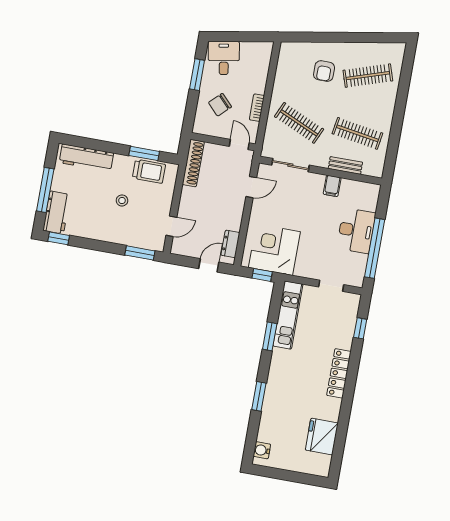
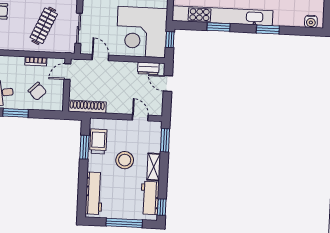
stool: (122, 201) -> (125, 160), width x1.89, depth x1.89
workbench: (57, 213) -> (150, 198), moved, turned -90
shelving: (109, 235) -> (154, 167), added
corner desk: (274, 250) -> (142, 32), width x1.36, depth x1.36
kitchen unit: (288, 315) -> (223, 16), width x1.86

